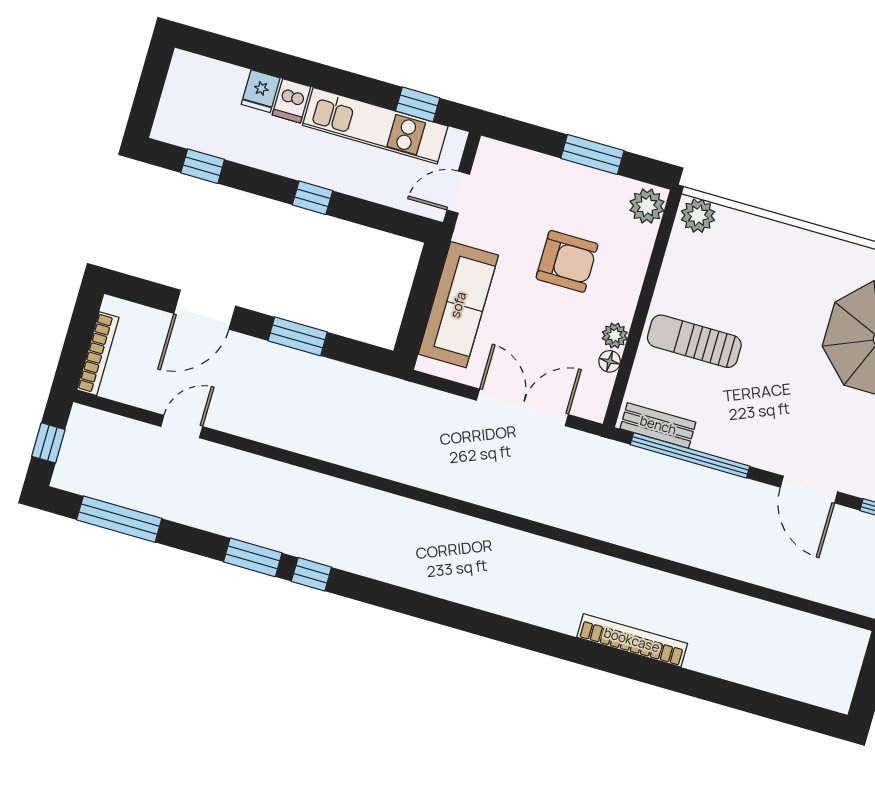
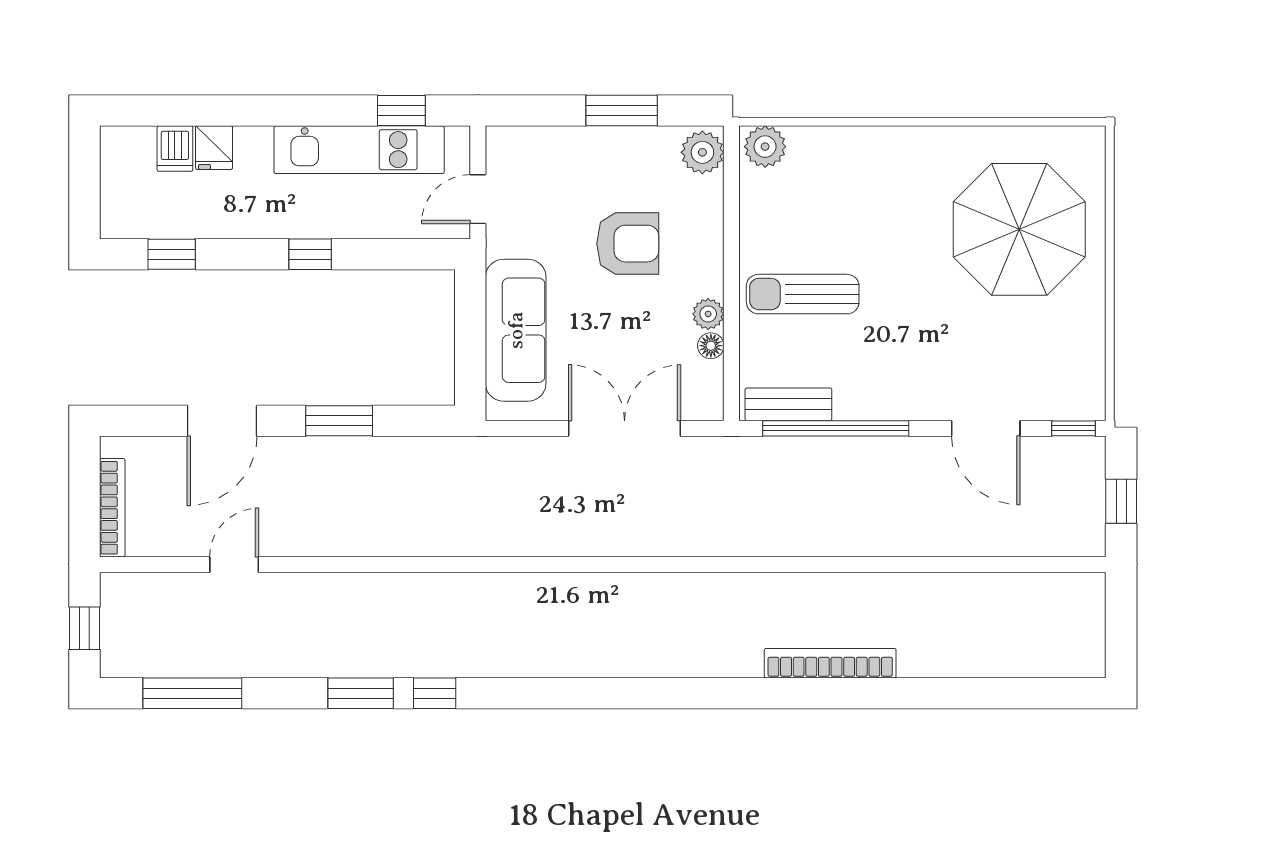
dishwasher: (291, 101) -> (175, 149), moved

